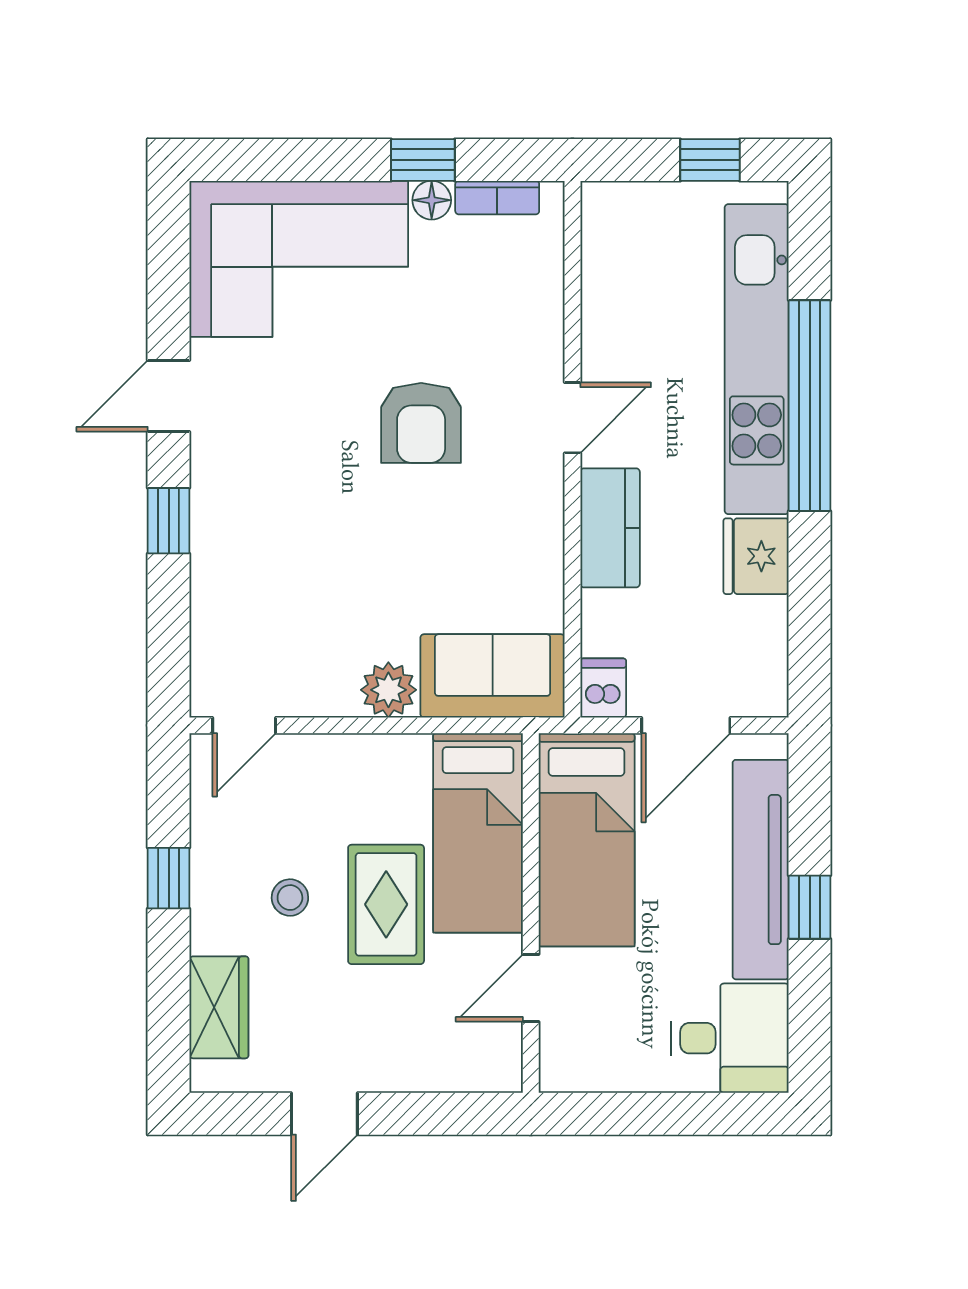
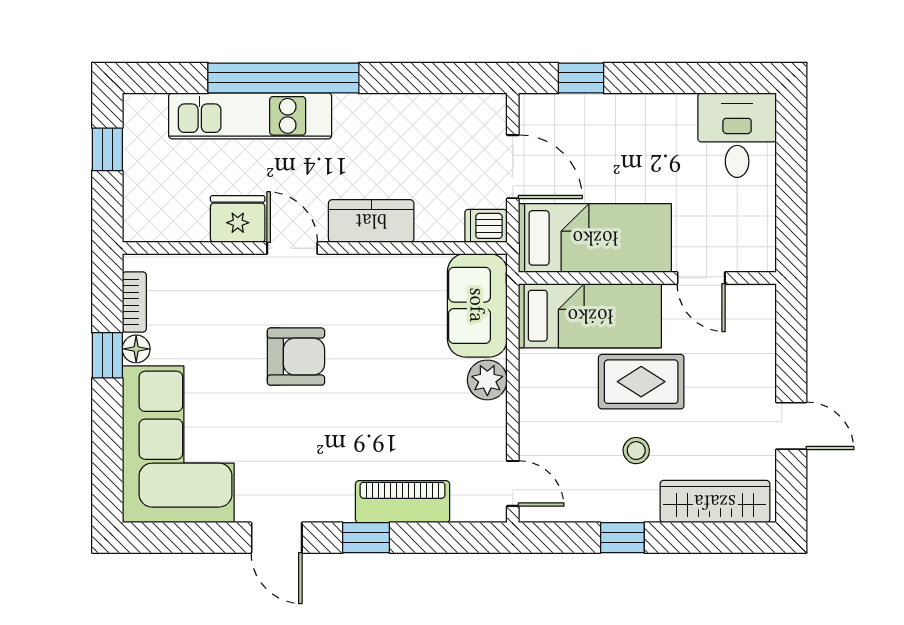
kitchen unit: (757, 359) -> (250, 116), width x0.73
fridge: (756, 556) -> (238, 219), moved, turned 180
piano: (219, 572) -> (403, 502), added
tv unit: (761, 870) -> (616, 113), removed
window: (810, 907) -> (581, 78), moved
wardrobe: (219, 1007) -> (715, 502), width x1.50

